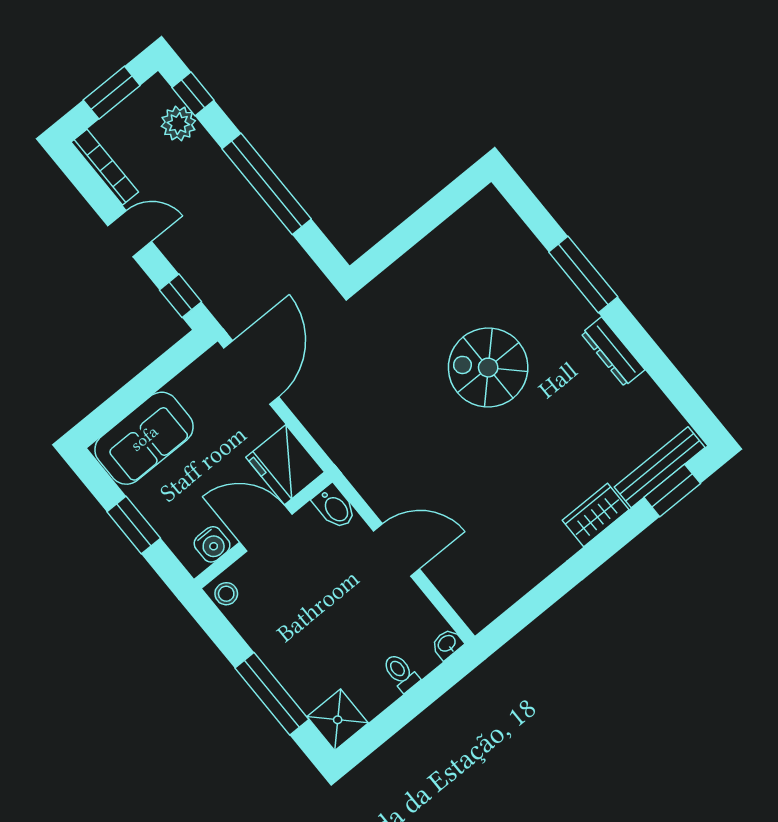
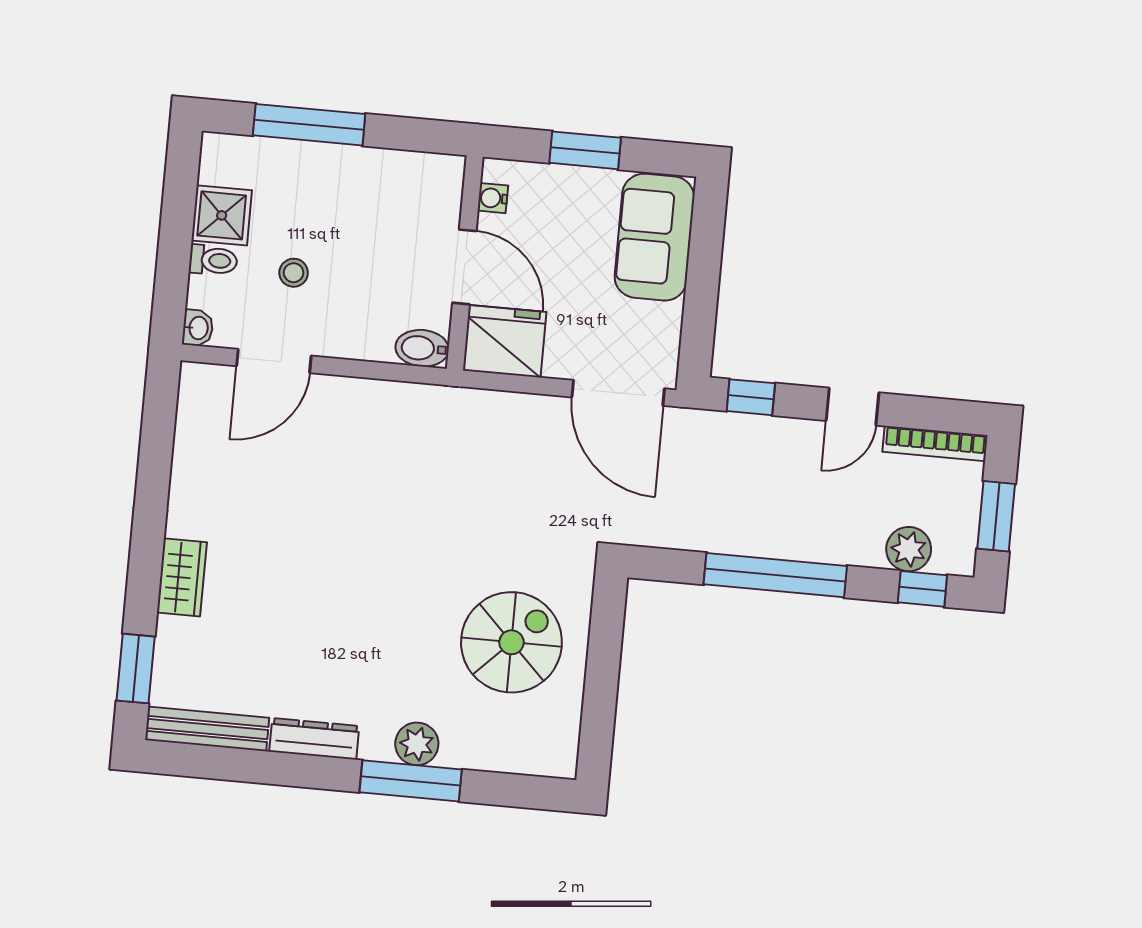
plant: (559, 291) -> (417, 744), added
spiral stairs: (488, 368) -> (511, 642), moved
bench: (660, 467) -> (207, 729), moved, turned 90
door: (266, 528) -> (464, 267), hinge flipped
water cooler: (212, 544) -> (493, 198), width x0.72, depth x0.72
door: (397, 550) -> (274, 361), moved
stool: (226, 594) -> (294, 273), moved
shower: (338, 720) -> (222, 215), moved

